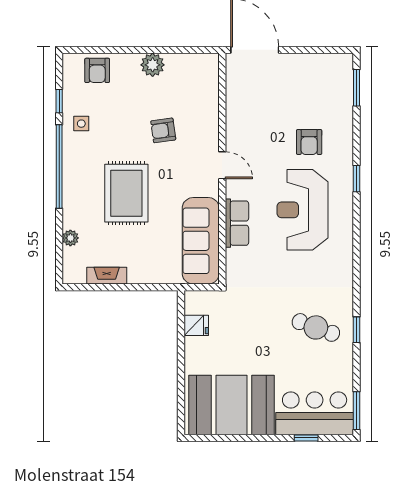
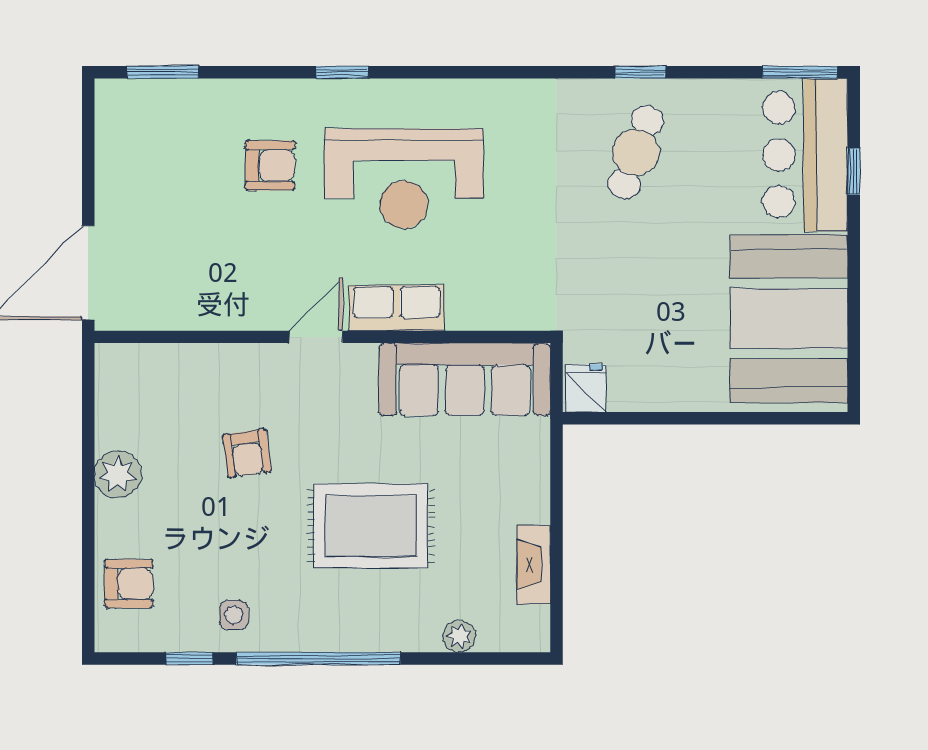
row of seats: (237, 223) -> (396, 308), moved
fridge: (196, 325) -> (586, 388), moved

